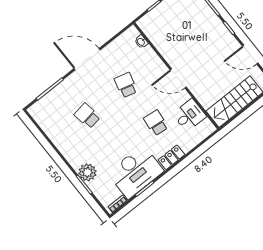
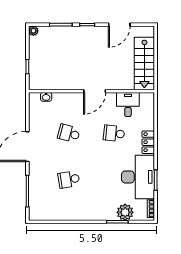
plant: (87, 172) -> (125, 212), moved

